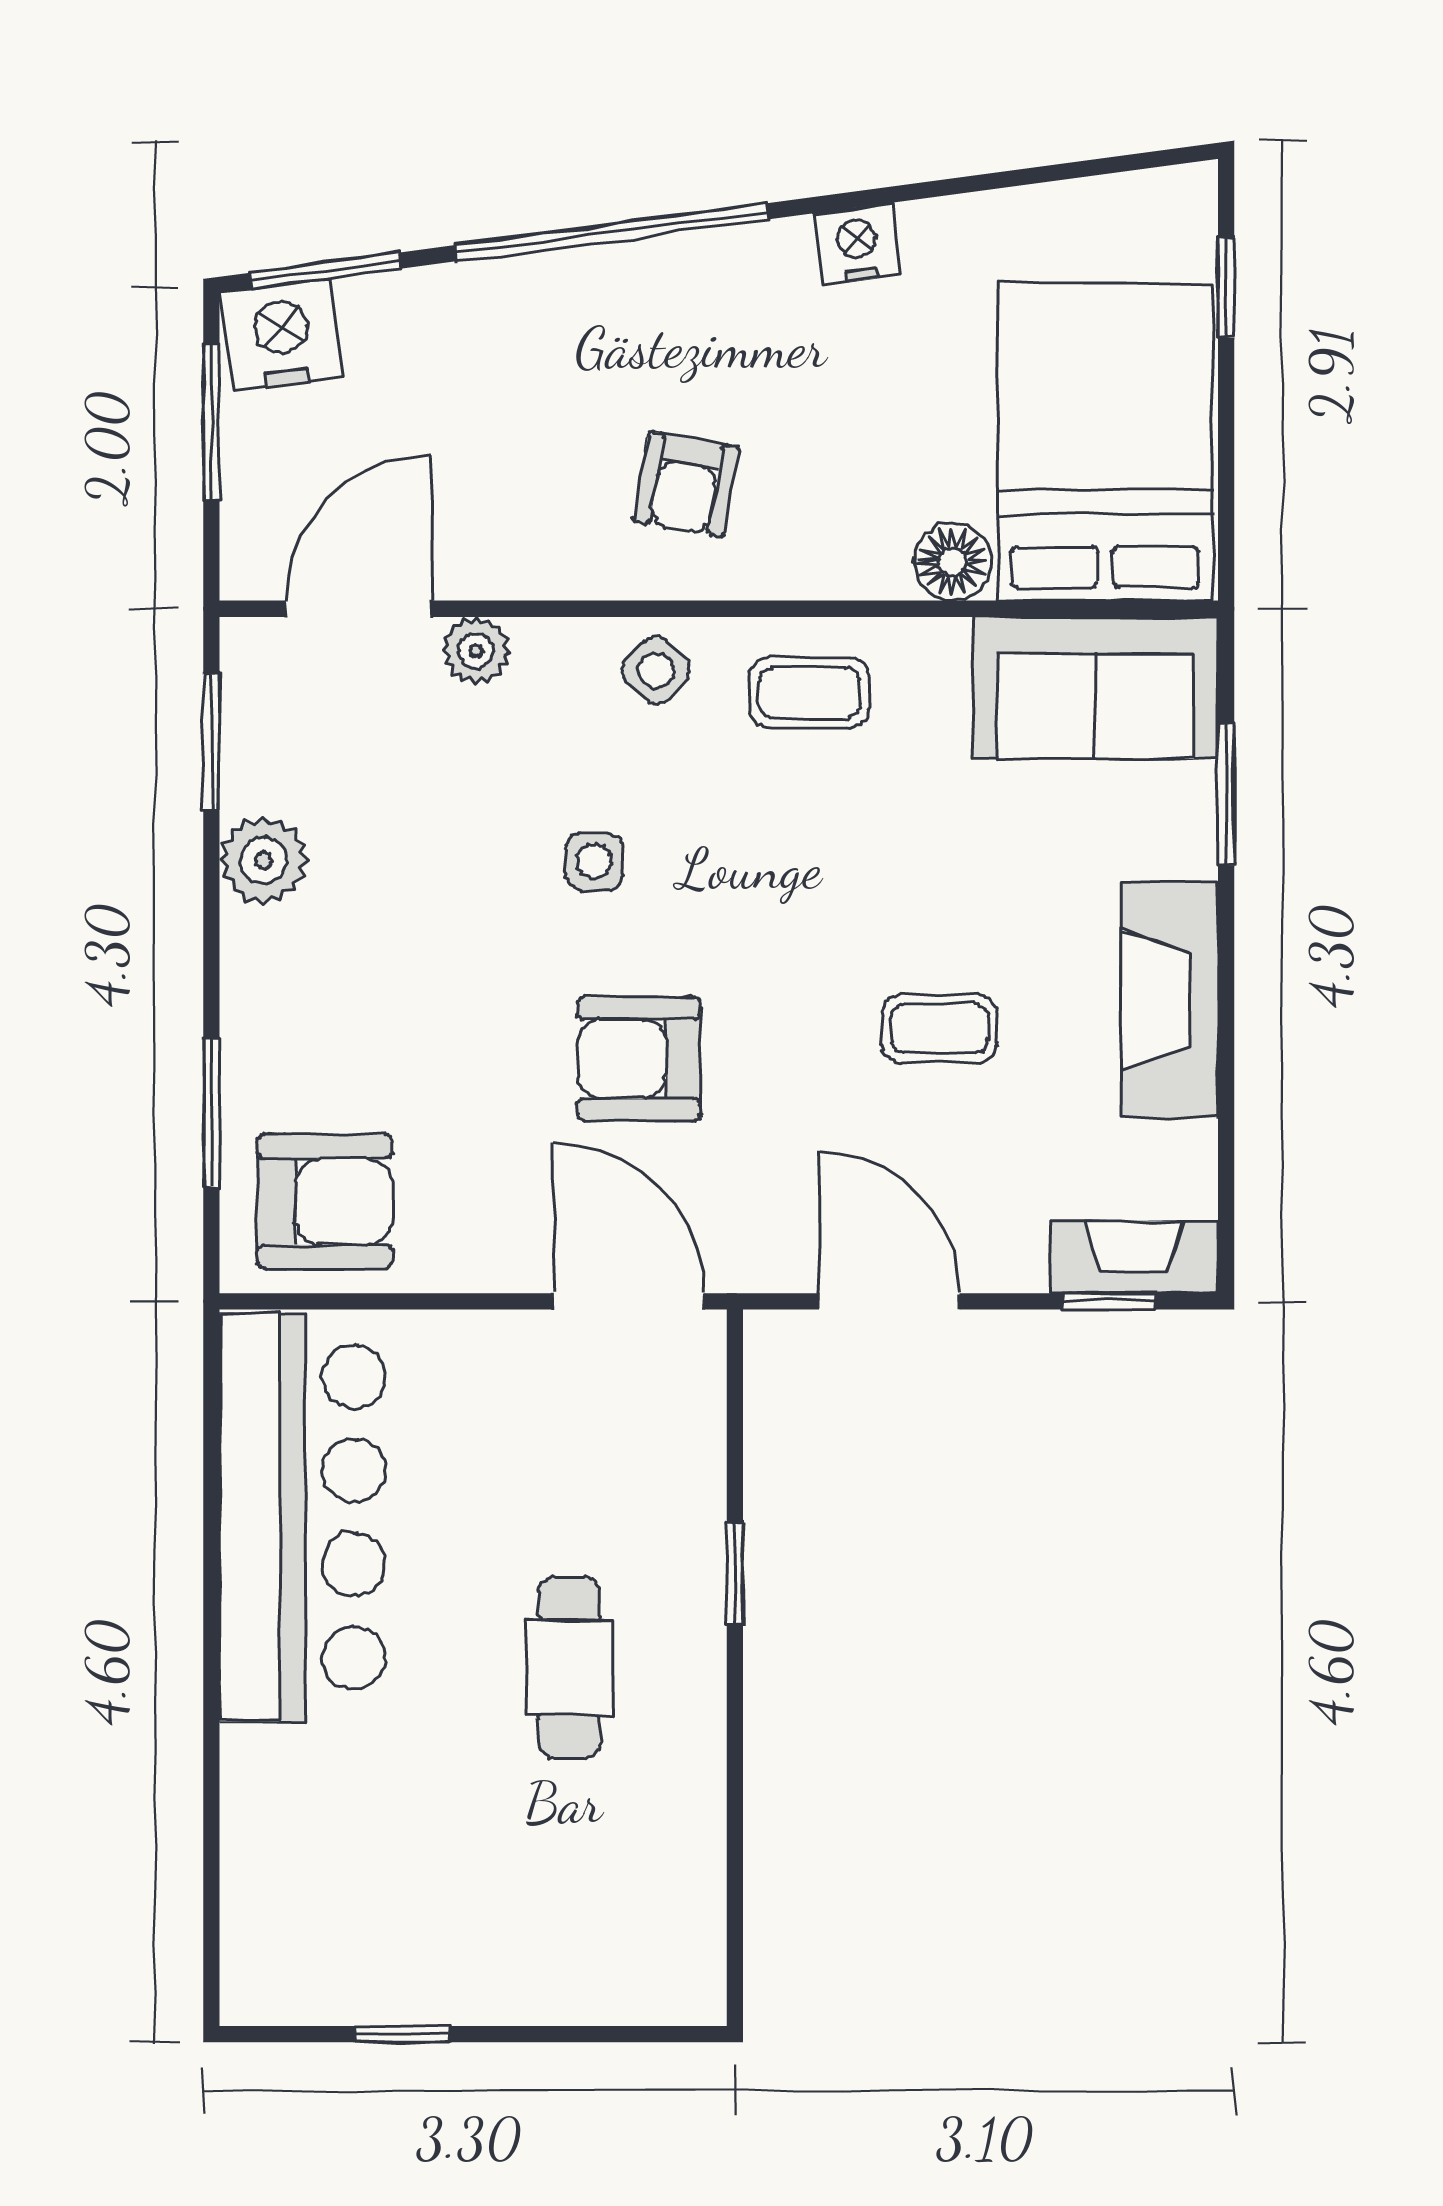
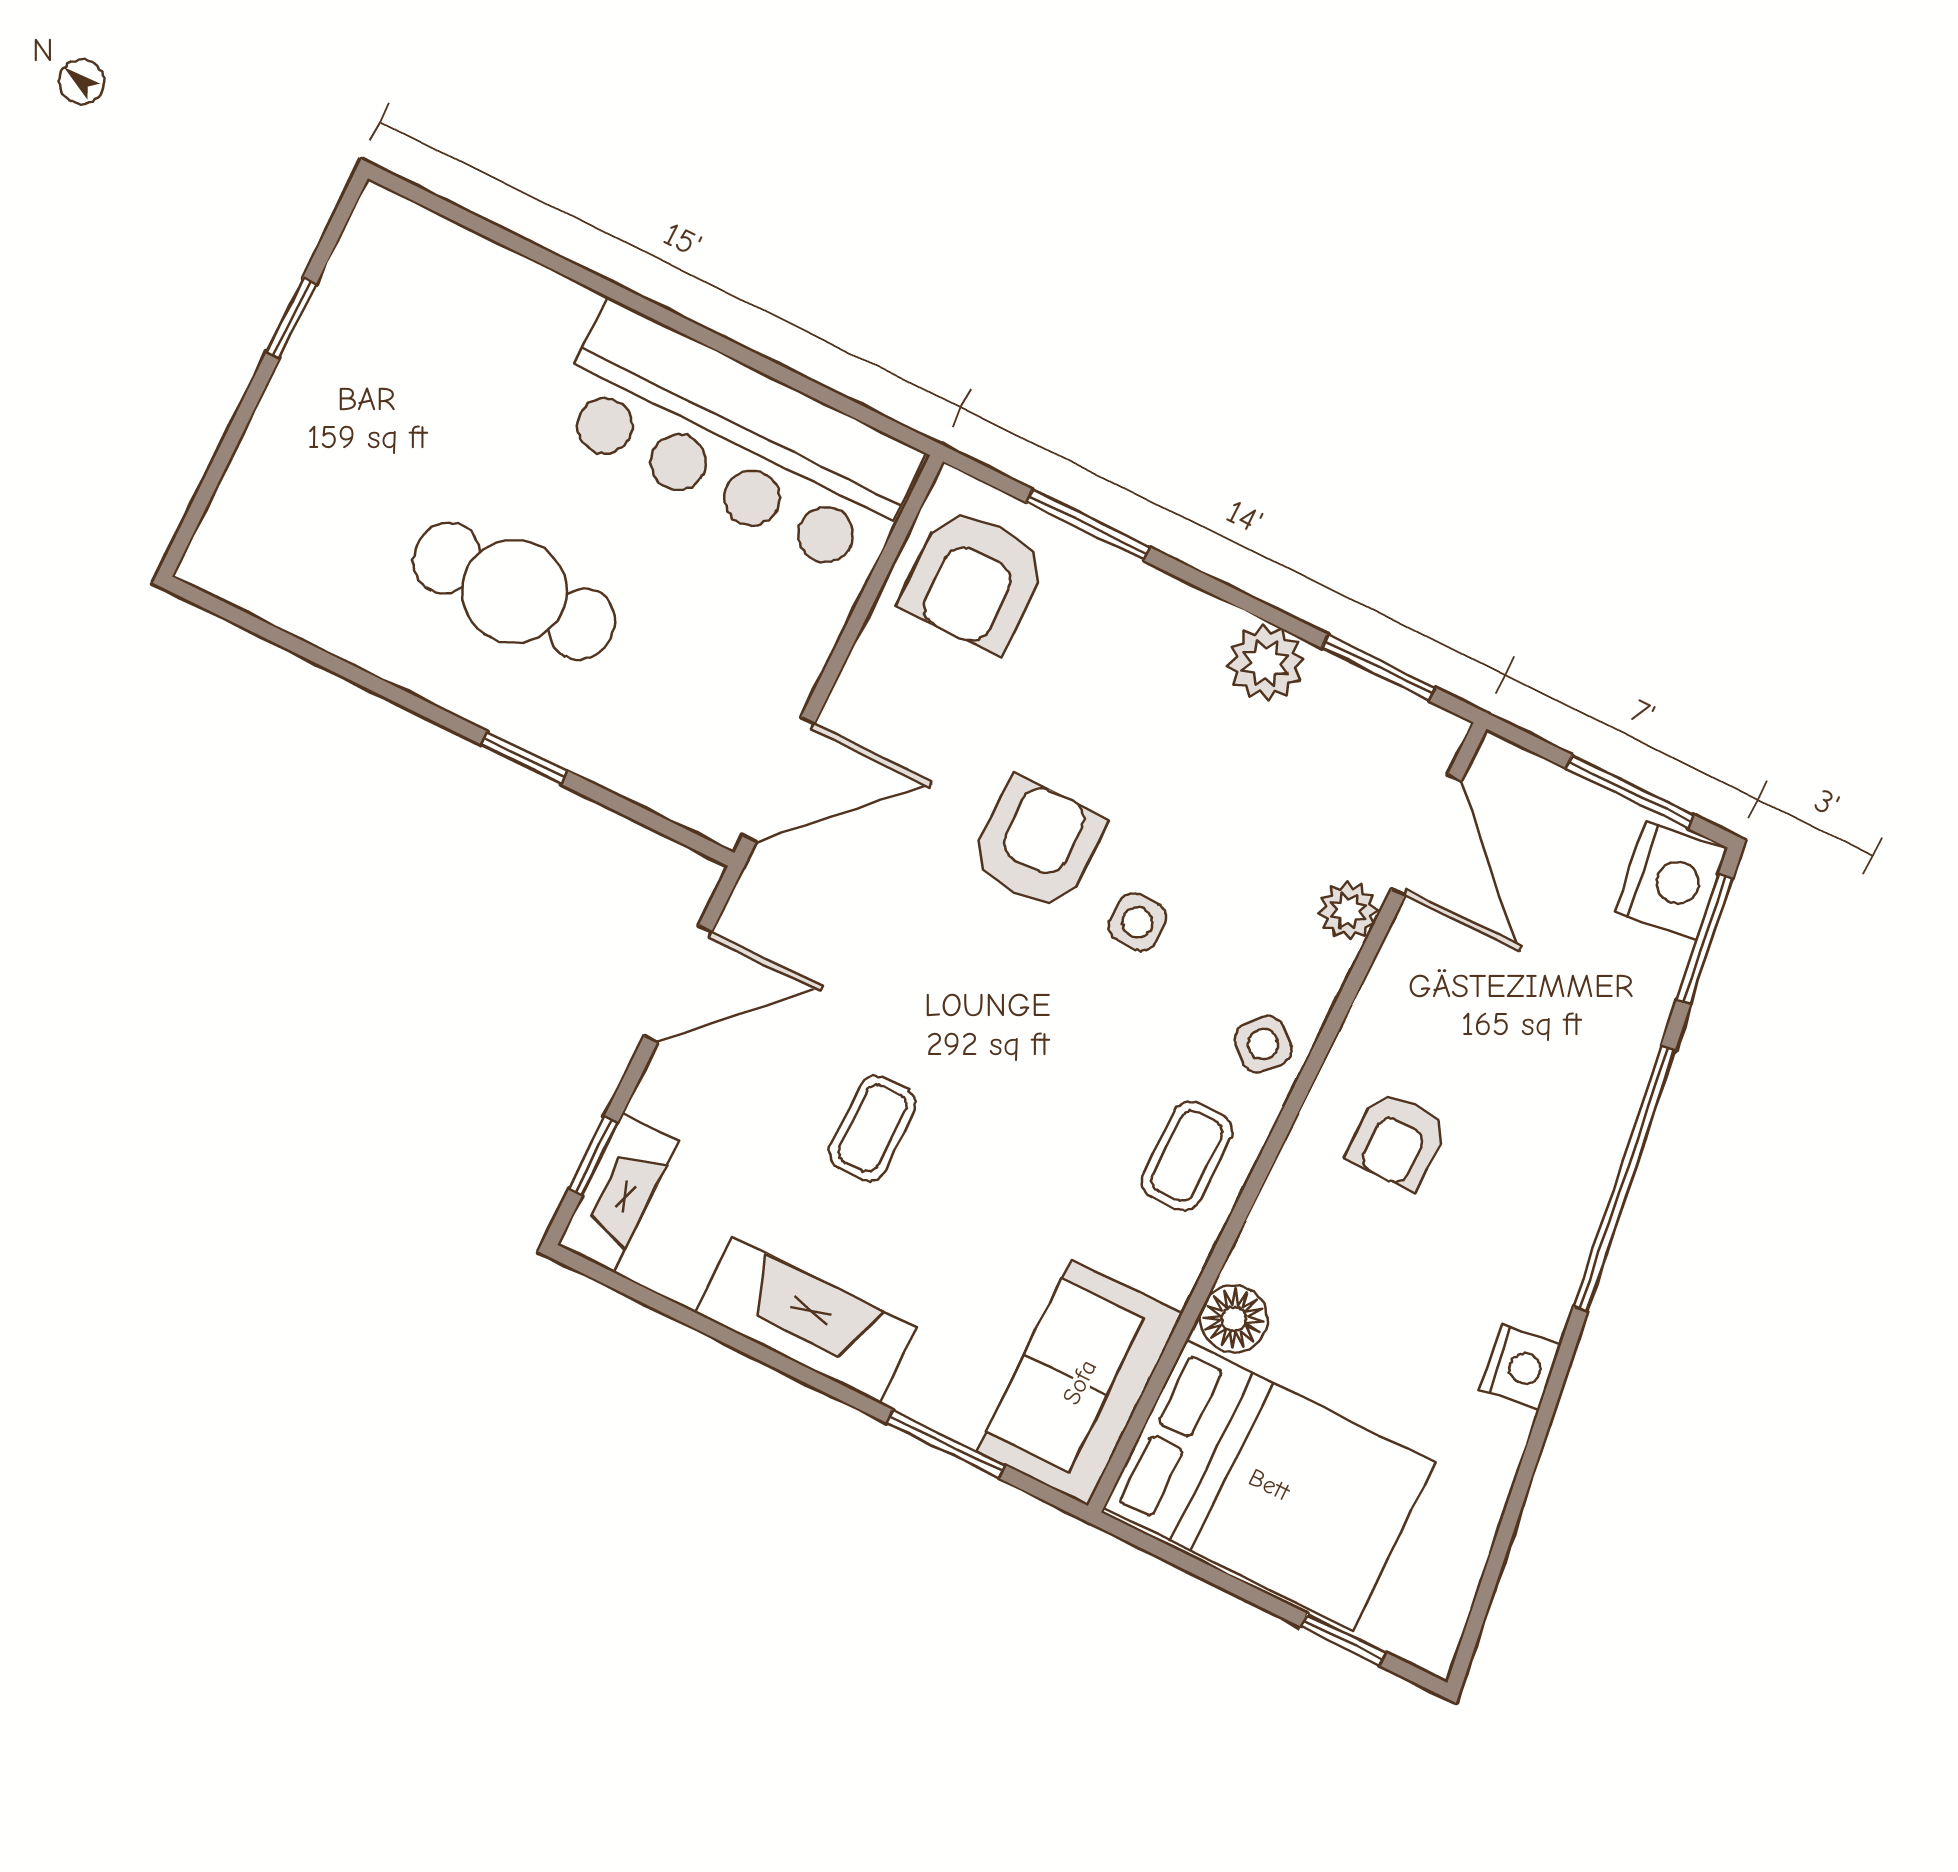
armchair: (686, 484) -> (1398, 1140), turned -100
armchair: (639, 1059) -> (1037, 844), moved
cafe table: (569, 1668) -> (514, 591), width x1.37, depth x1.35

